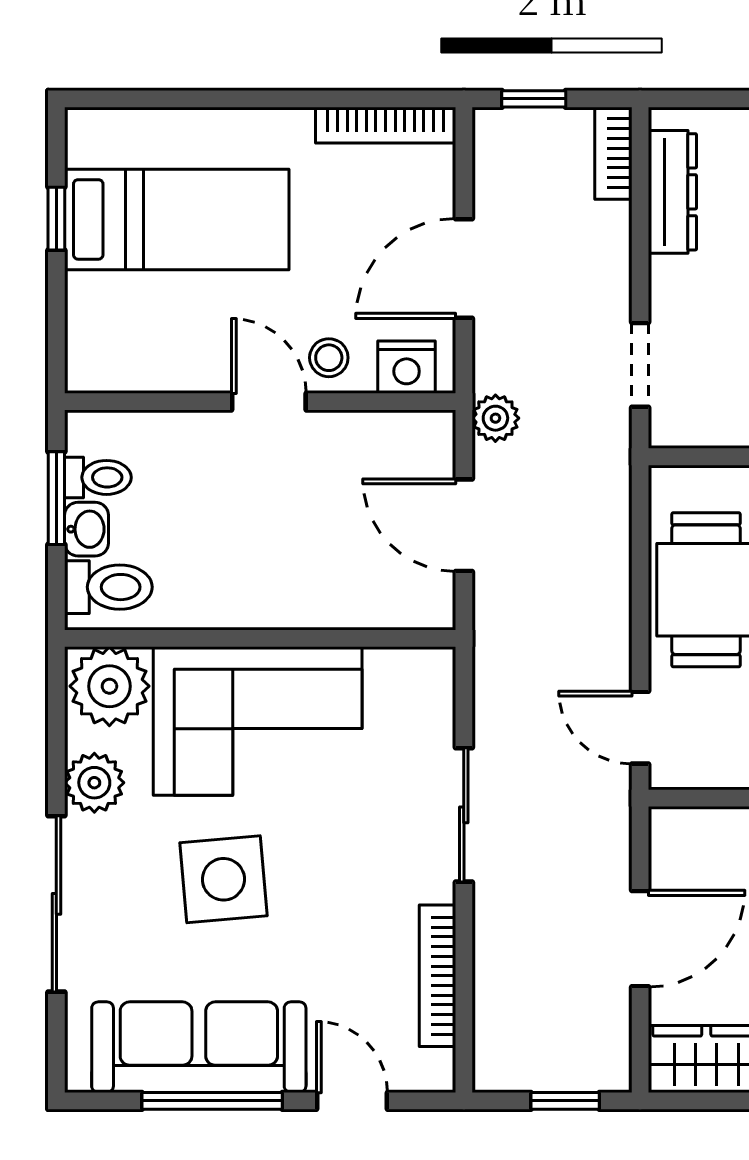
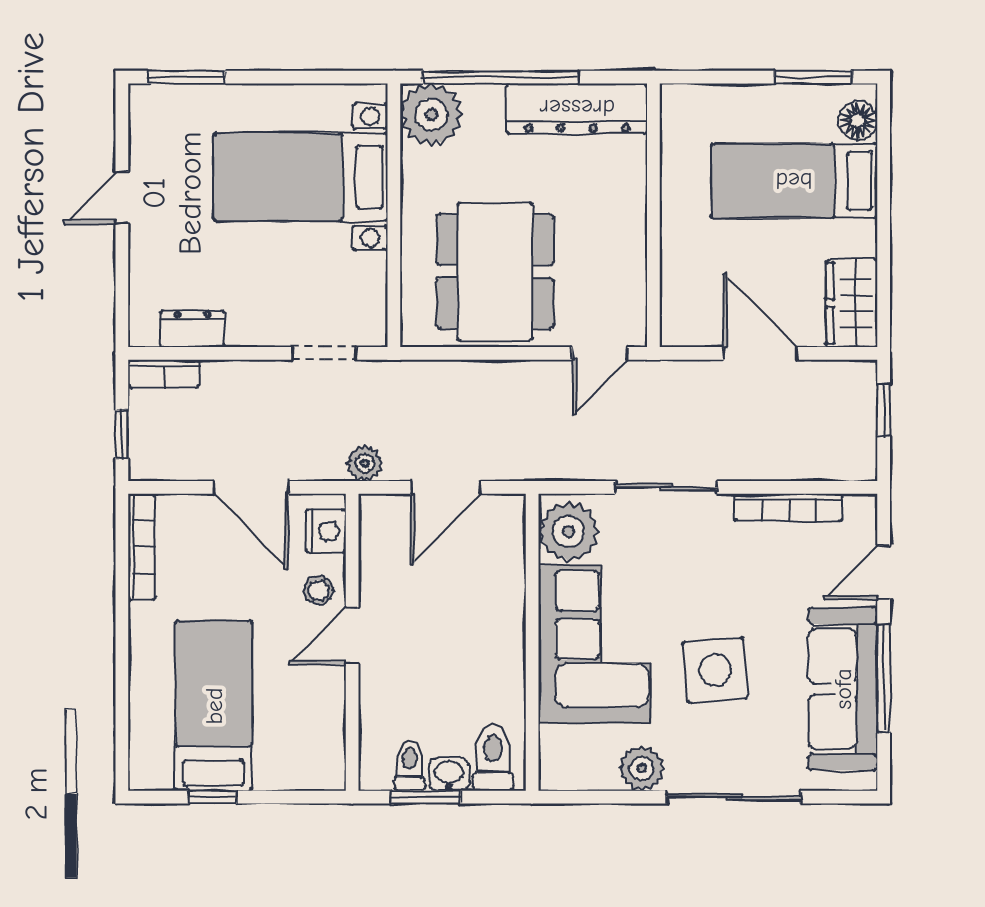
dresser: (672, 192) -> (192, 329), width x0.70
plant: (109, 686) -> (568, 531), moved

